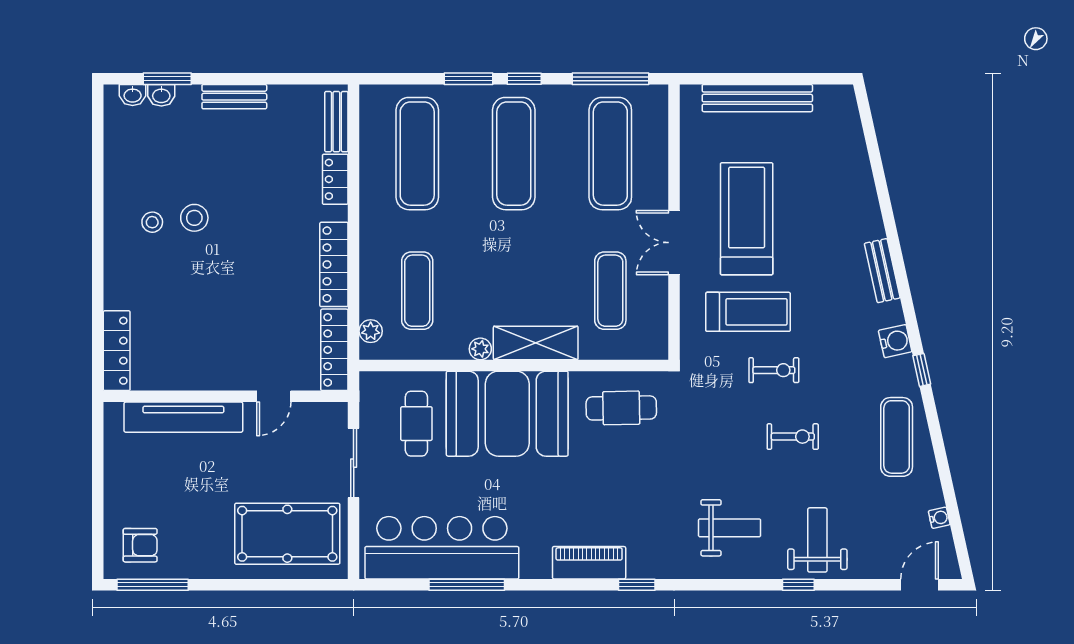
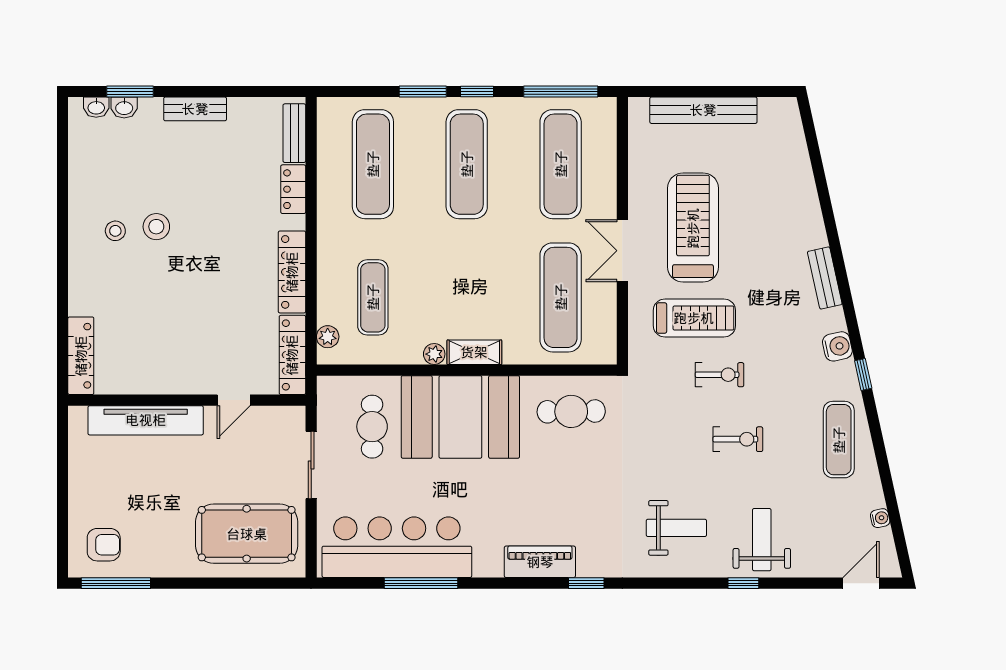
exercise mat: (610, 291) -> (561, 297), width x1.36, depth x1.45
shelving: (536, 343) -> (474, 352), width x0.67, depth x0.75

